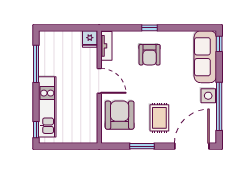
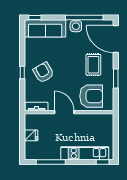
fridge: (90, 39) -> (31, 135), moved
armchair: (150, 55) -> (43, 72), turned -120
door: (99, 81) -> (64, 112), hinge flipped
armchair: (120, 115) -> (91, 96), turned 180
rug: (159, 118) -> (93, 65), turned 90

